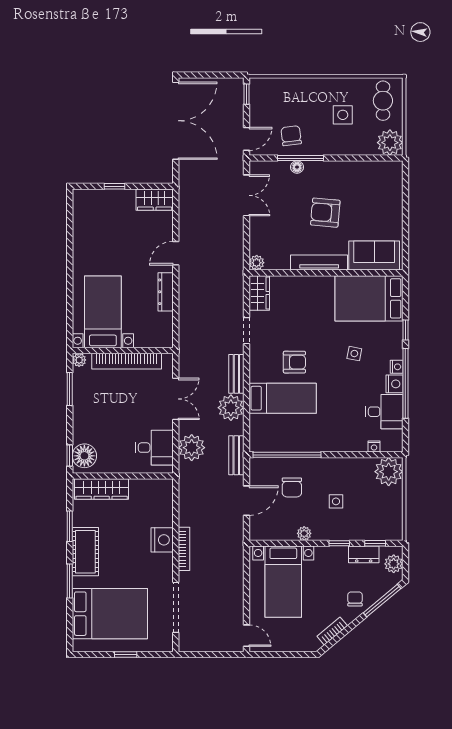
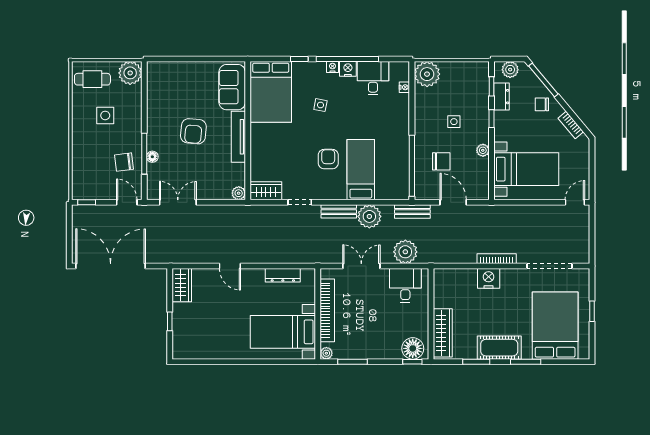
dresser: (166, 292) -> (283, 275), moved

